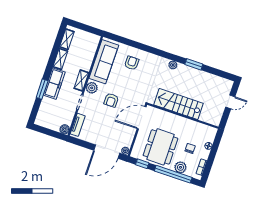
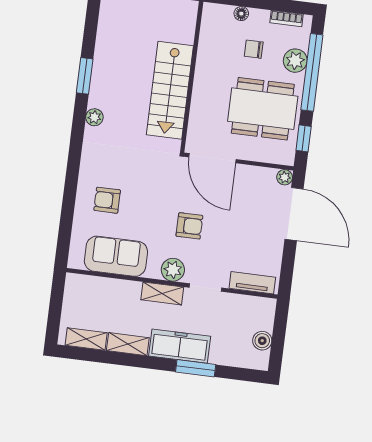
sofa: (104, 62) -> (116, 256), width x0.73
boiler: (65, 129) -> (262, 341), moved

